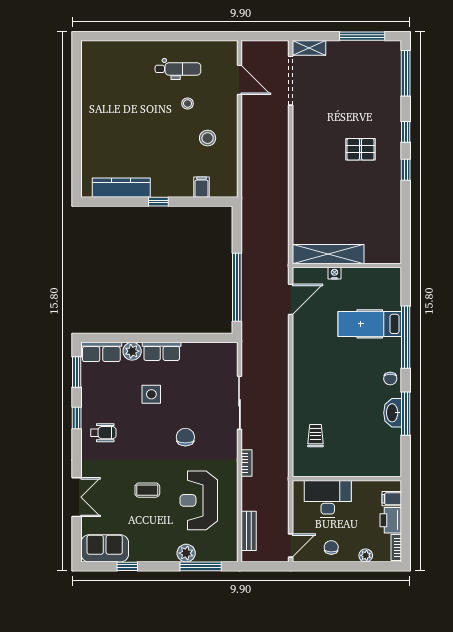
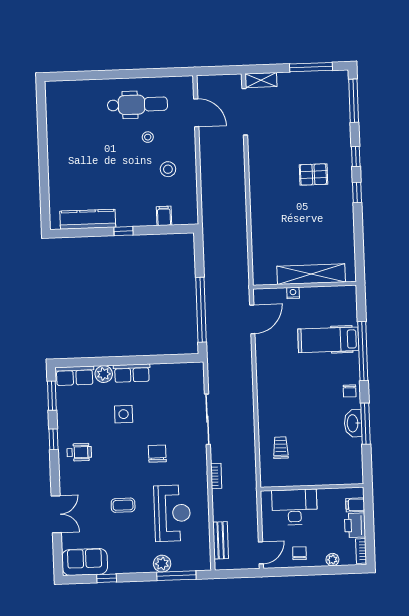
dental chair: (178, 69) -> (137, 105), width x1.36, depth x1.38
shelving: (328, 254) -> (311, 274), moved
reception desk: (199, 500) -> (172, 513), turned 180

